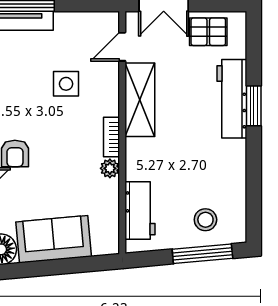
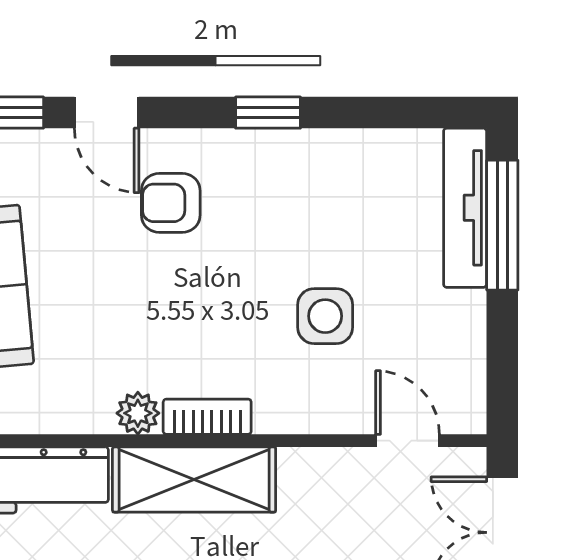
shelving: (140, 100) -> (194, 480), moved

